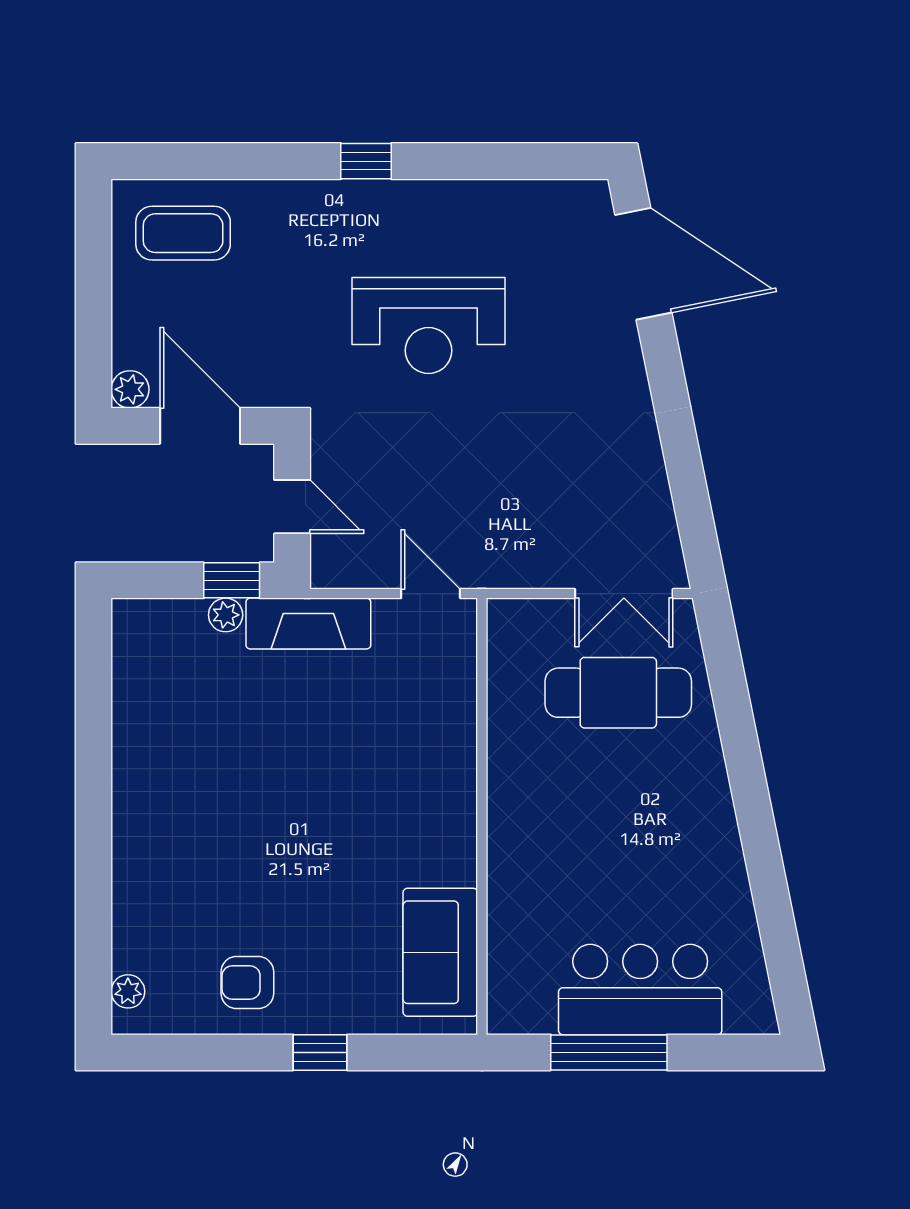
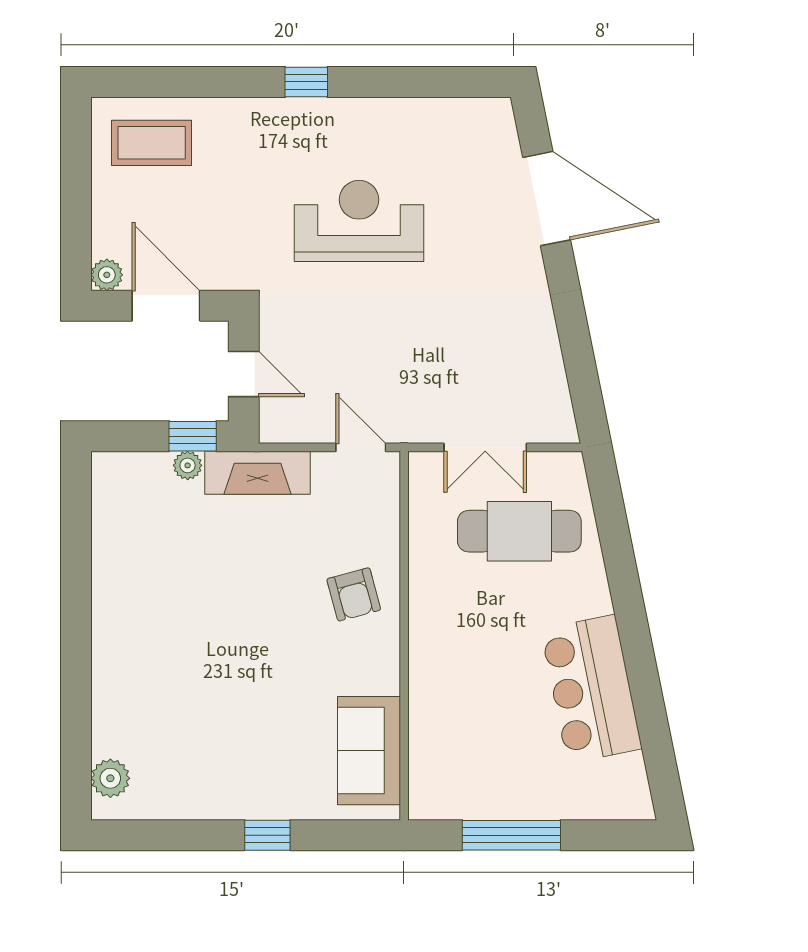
door: (643, 264) -> (547, 199), moved
reception desk: (428, 325) -> (359, 221), turned 180
double door: (624, 594) -> (485, 447), moved
armchair: (247, 983) -> (354, 594), moved, turned -105
bar counter: (640, 990) -> (591, 689), moved, turned -101
plant: (128, 991) -> (110, 778), width x1.38, depth x1.38

